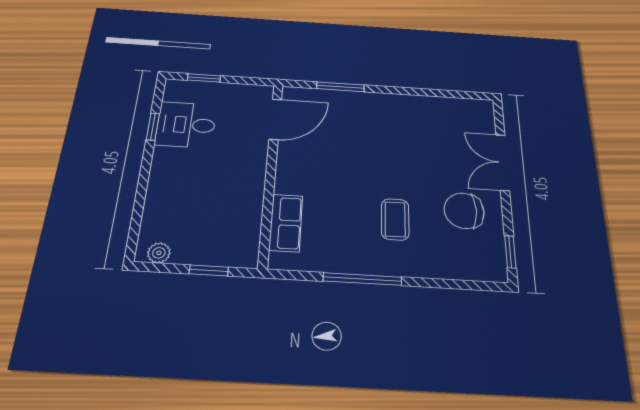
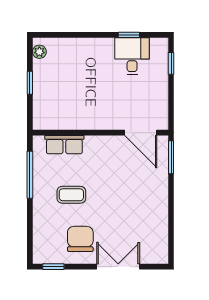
door: (275, 119) -> (141, 133), moved
wall: (271, 171) -> (100, 133), moved
row of seats: (286, 223) -> (64, 145), moved

